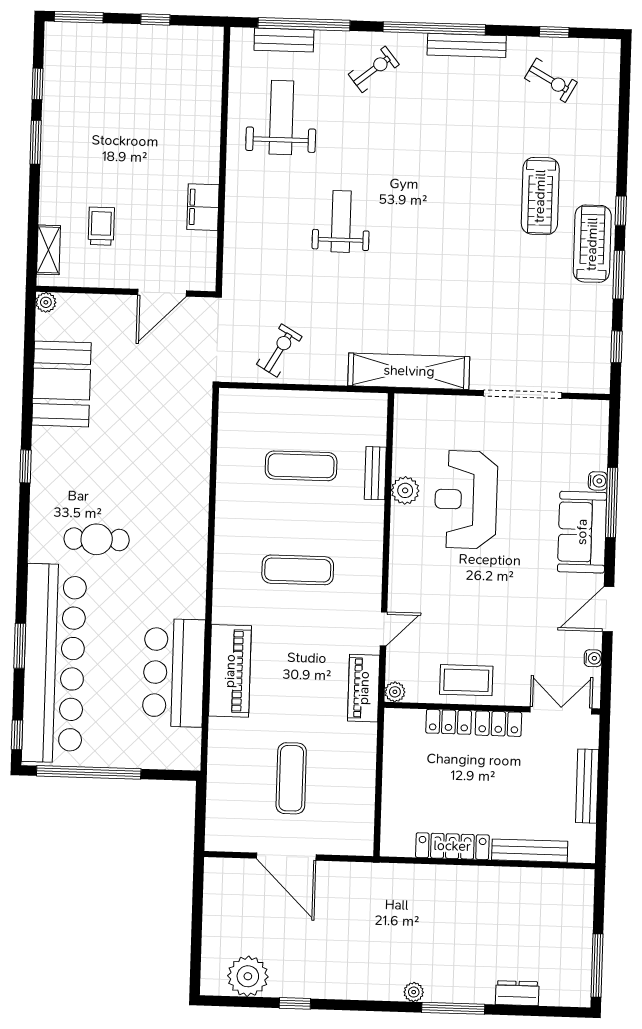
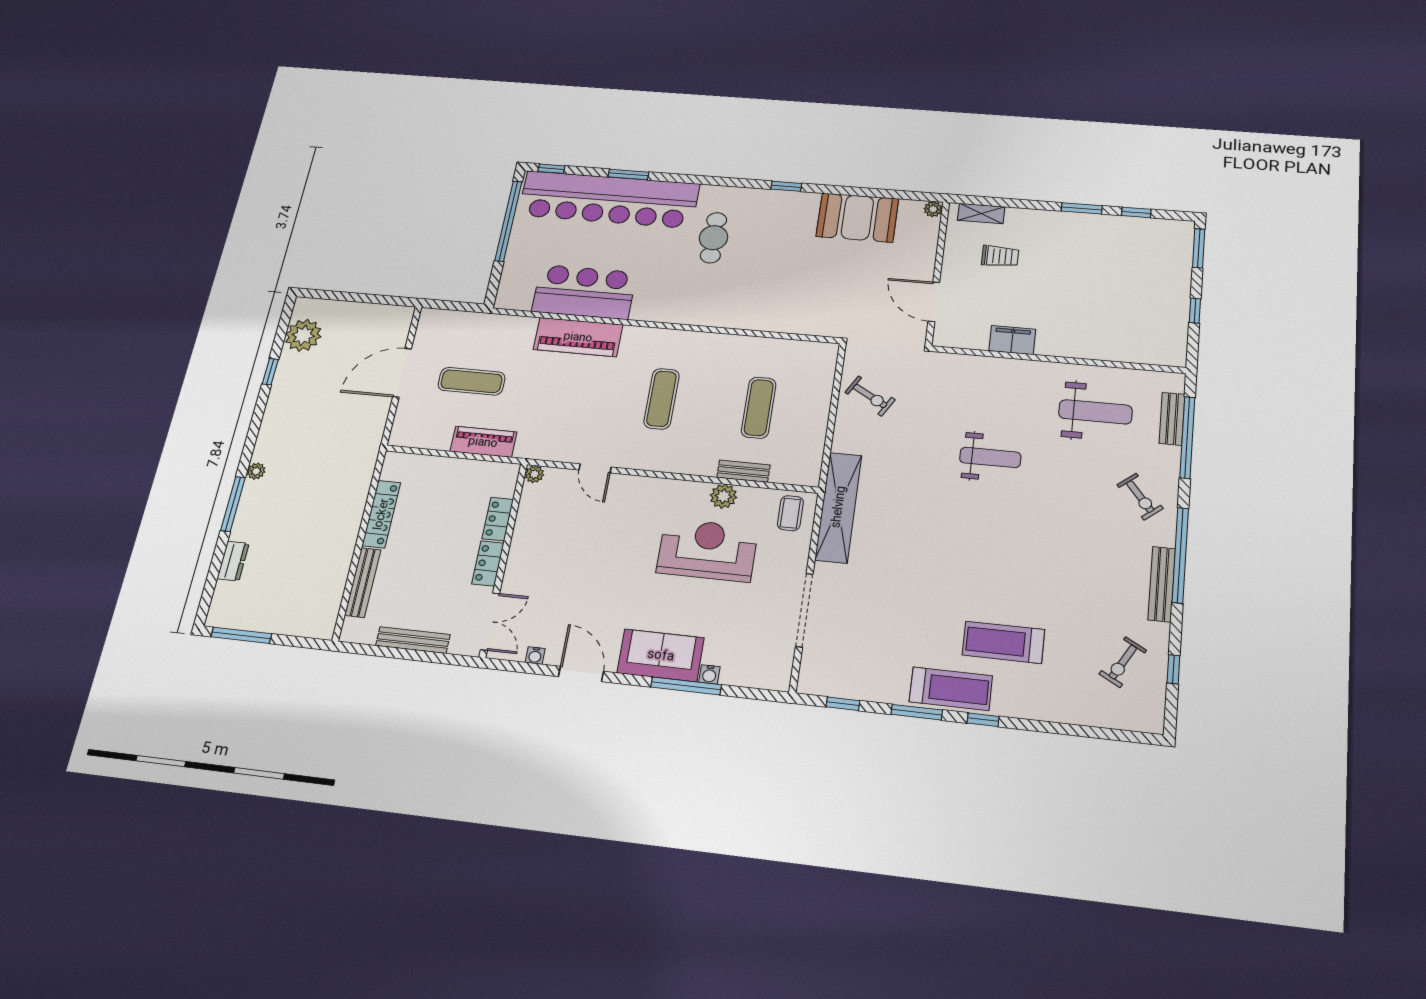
coffee table: (466, 680) -> (790, 513), moved, width x0.73, depth x0.77
piano: (364, 688) -> (483, 442), moved

